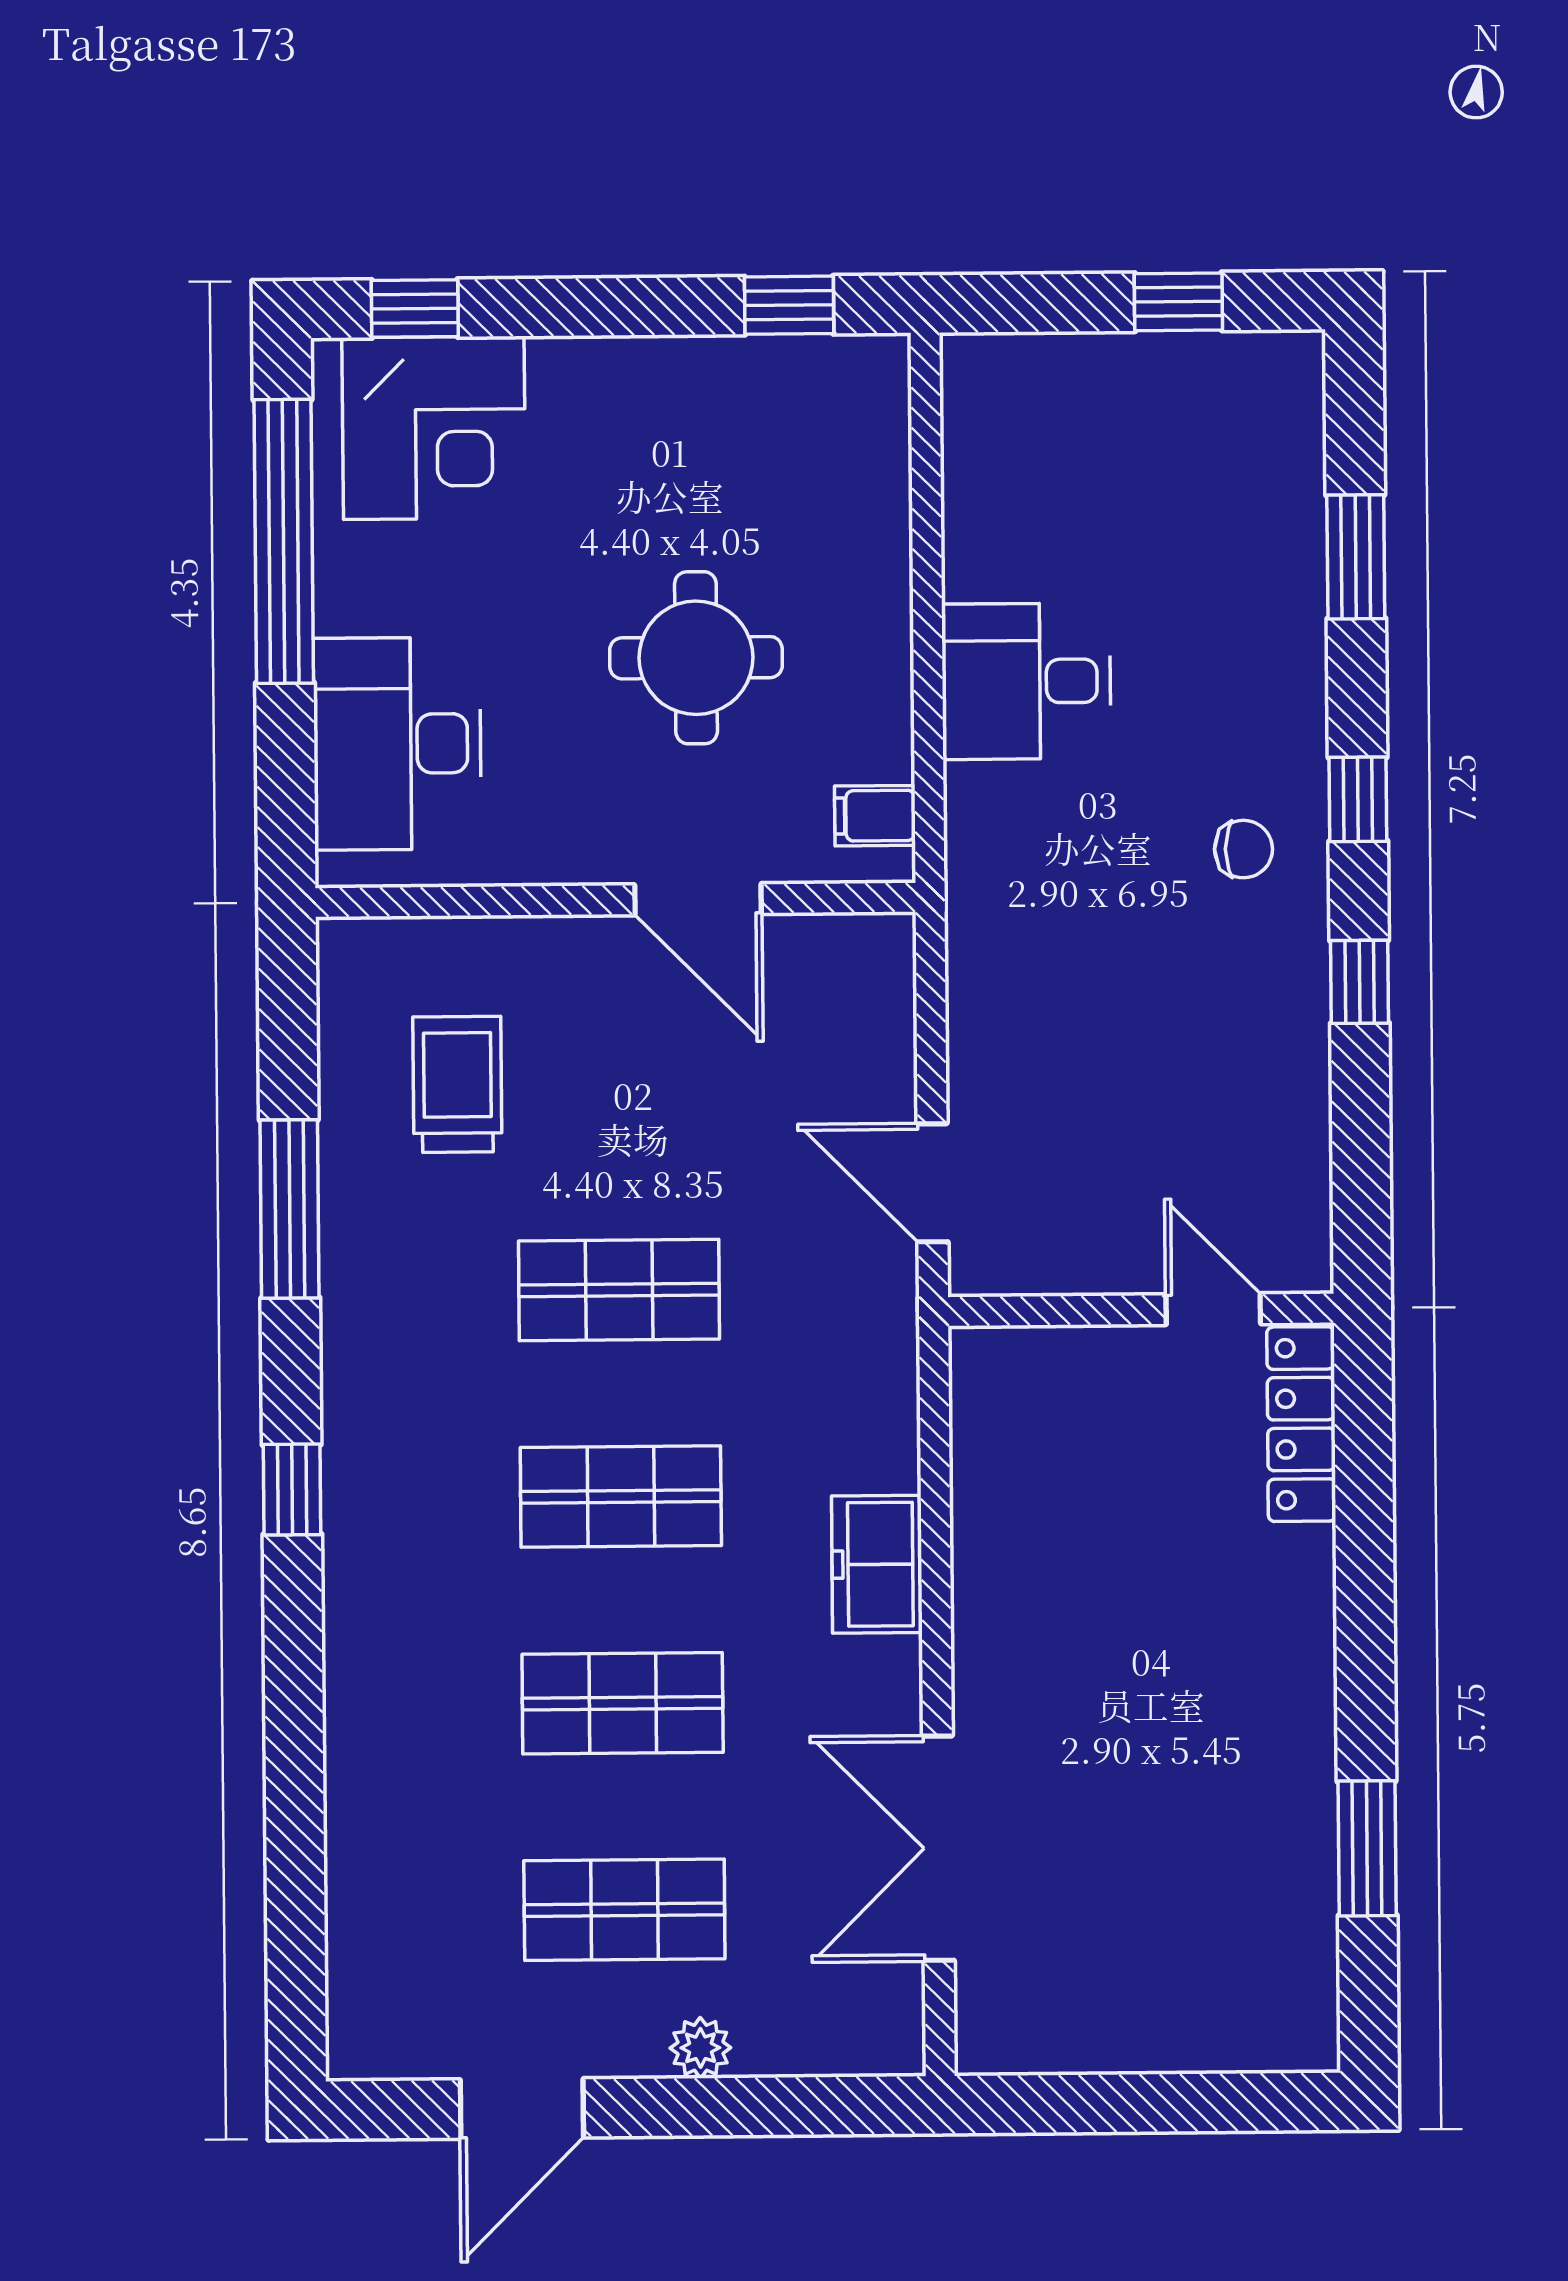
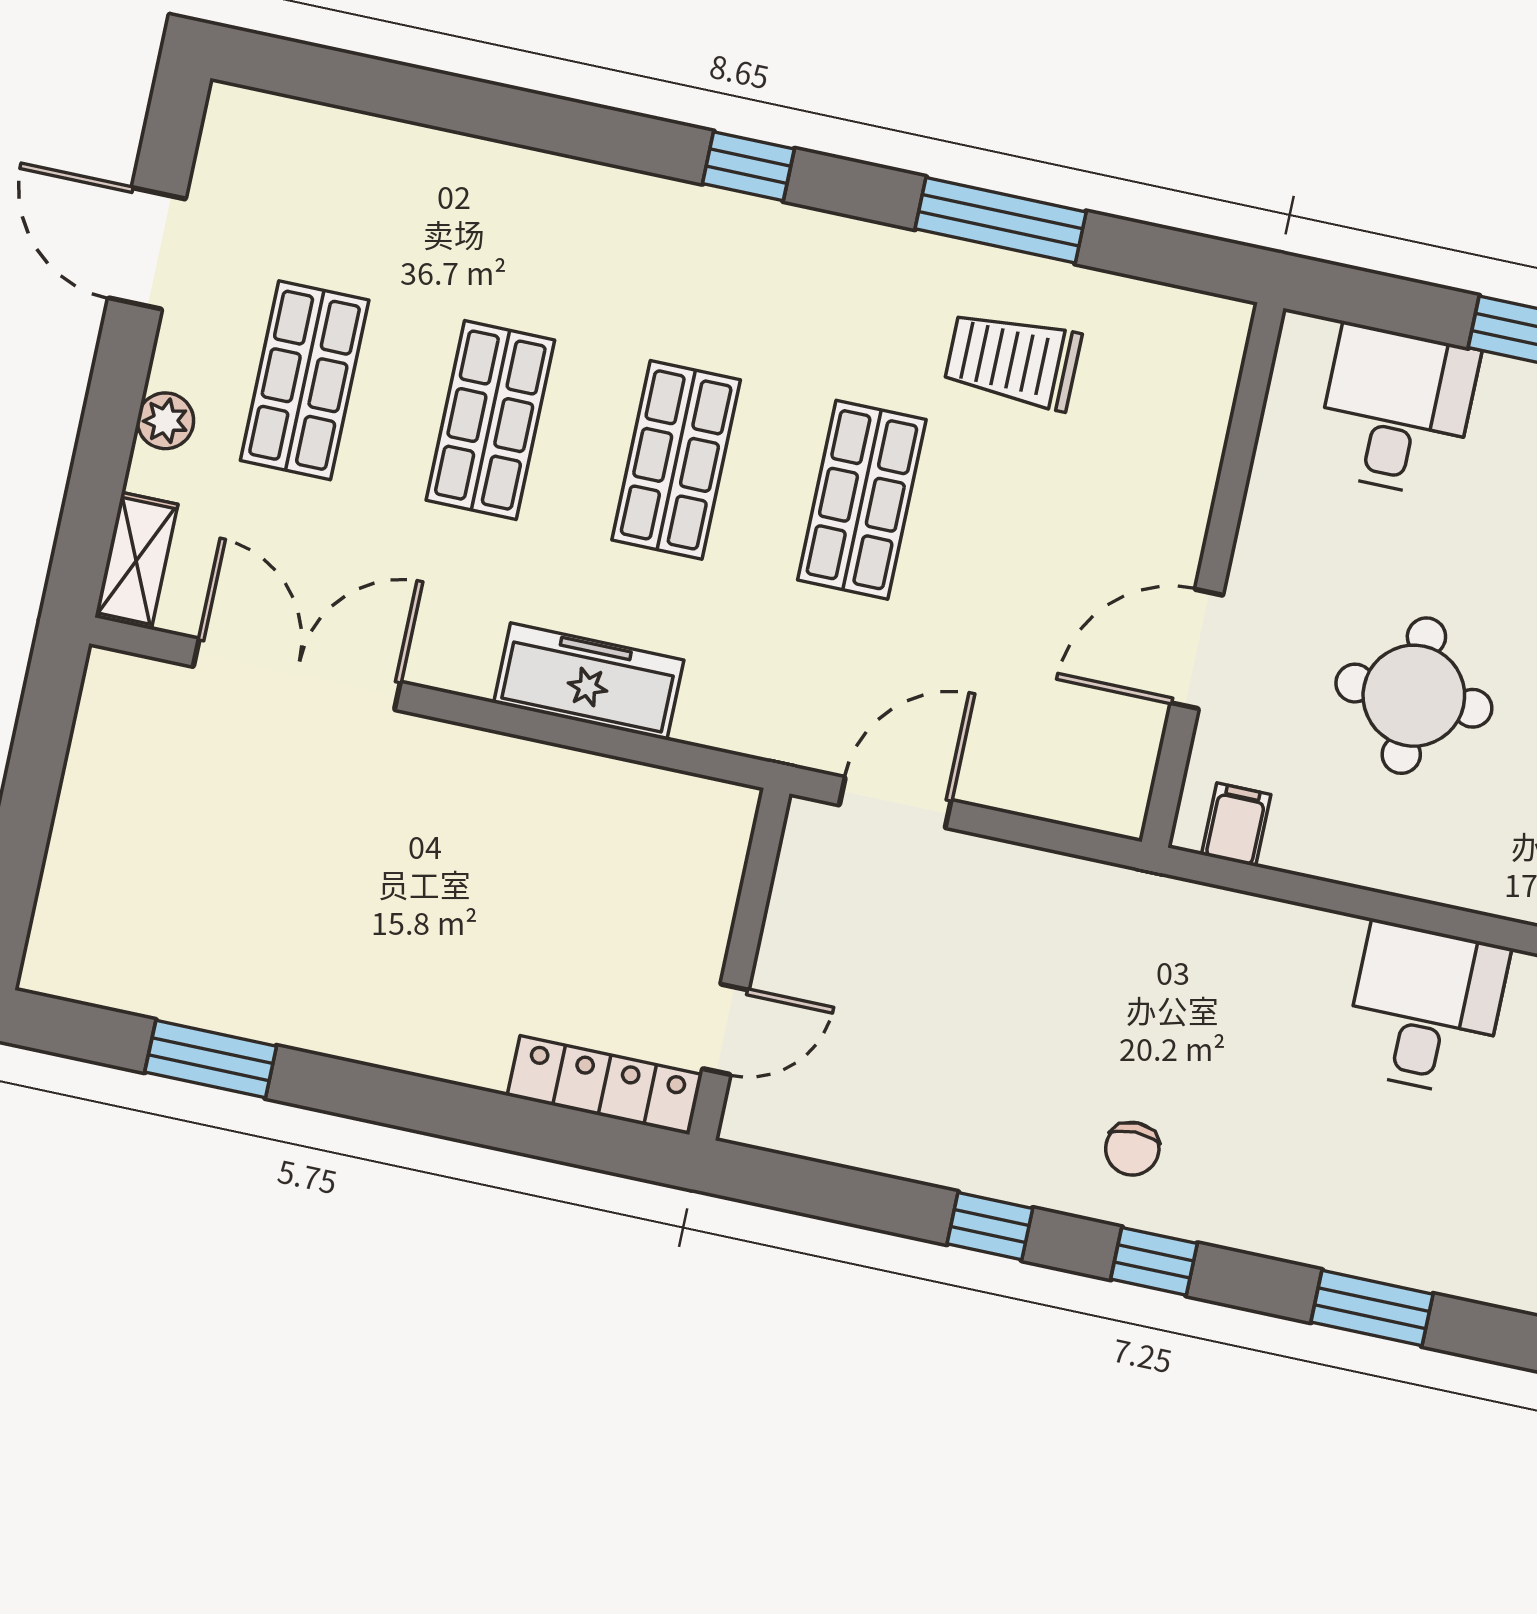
desk: (1026, 681) -> (1426, 1009), moved
desk: (397, 744) -> (1397, 410), width x0.73
trolley: (457, 1084) -> (1013, 360), moved, turned 180
freezer: (877, 1564) -> (589, 681), width x1.40
shelving: (856, 2046) -> (136, 561), added

